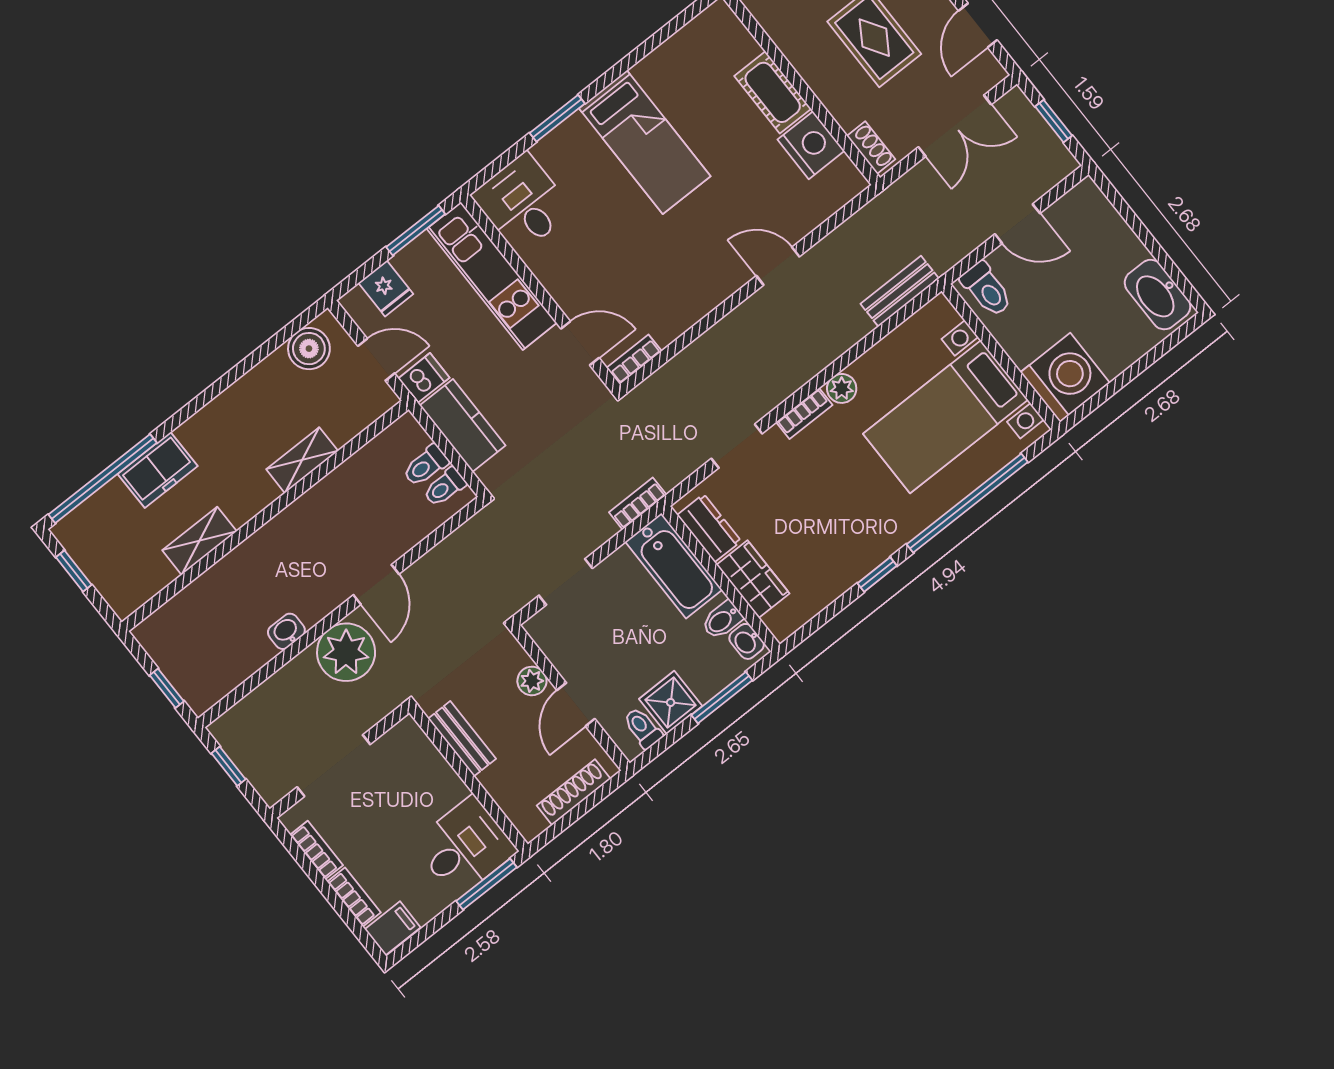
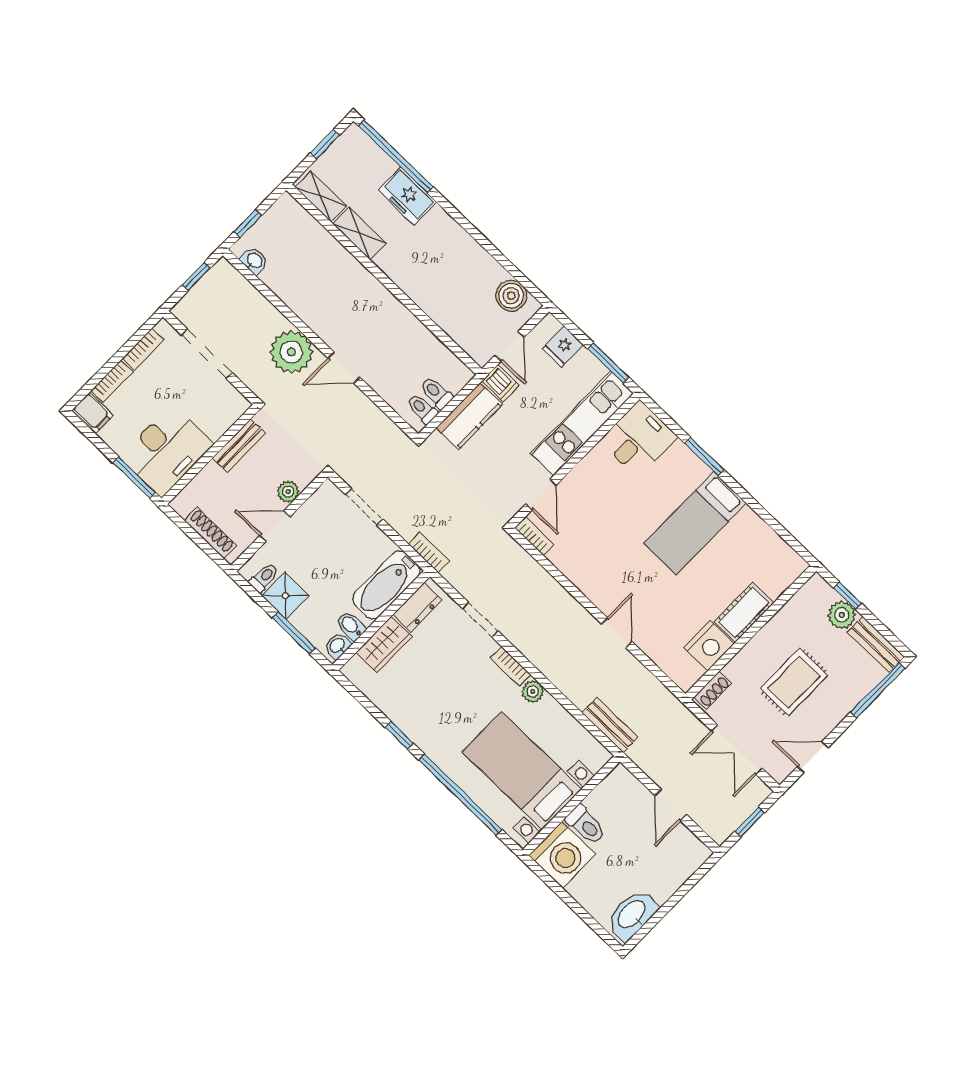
toilet: (987, 289) -> (586, 825), moved, turned -90
shelving: (302, 460) -> (321, 197), moved
washbasin: (286, 631) -> (254, 261), moved
desk: (465, 847) -> (167, 451), width x1.37

